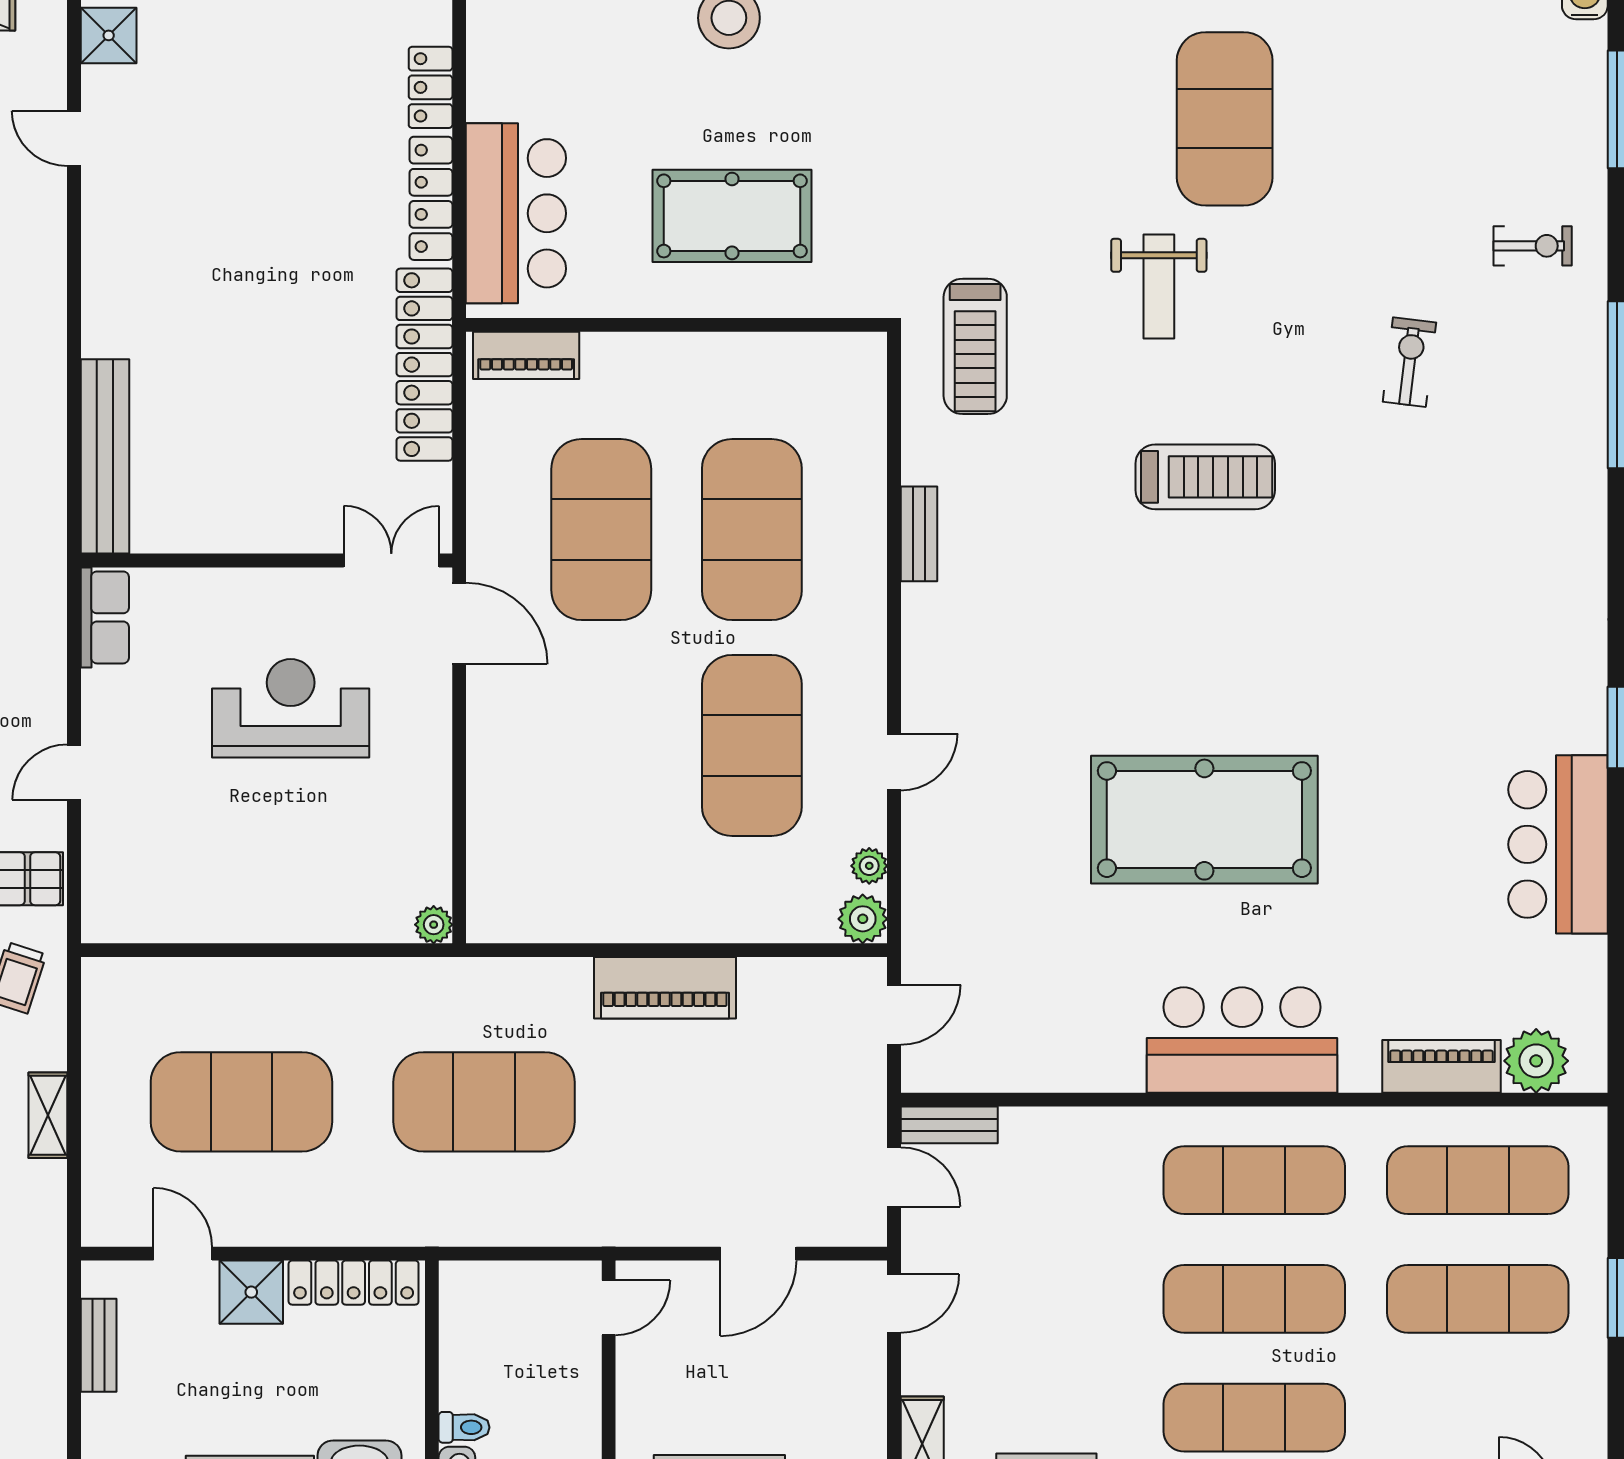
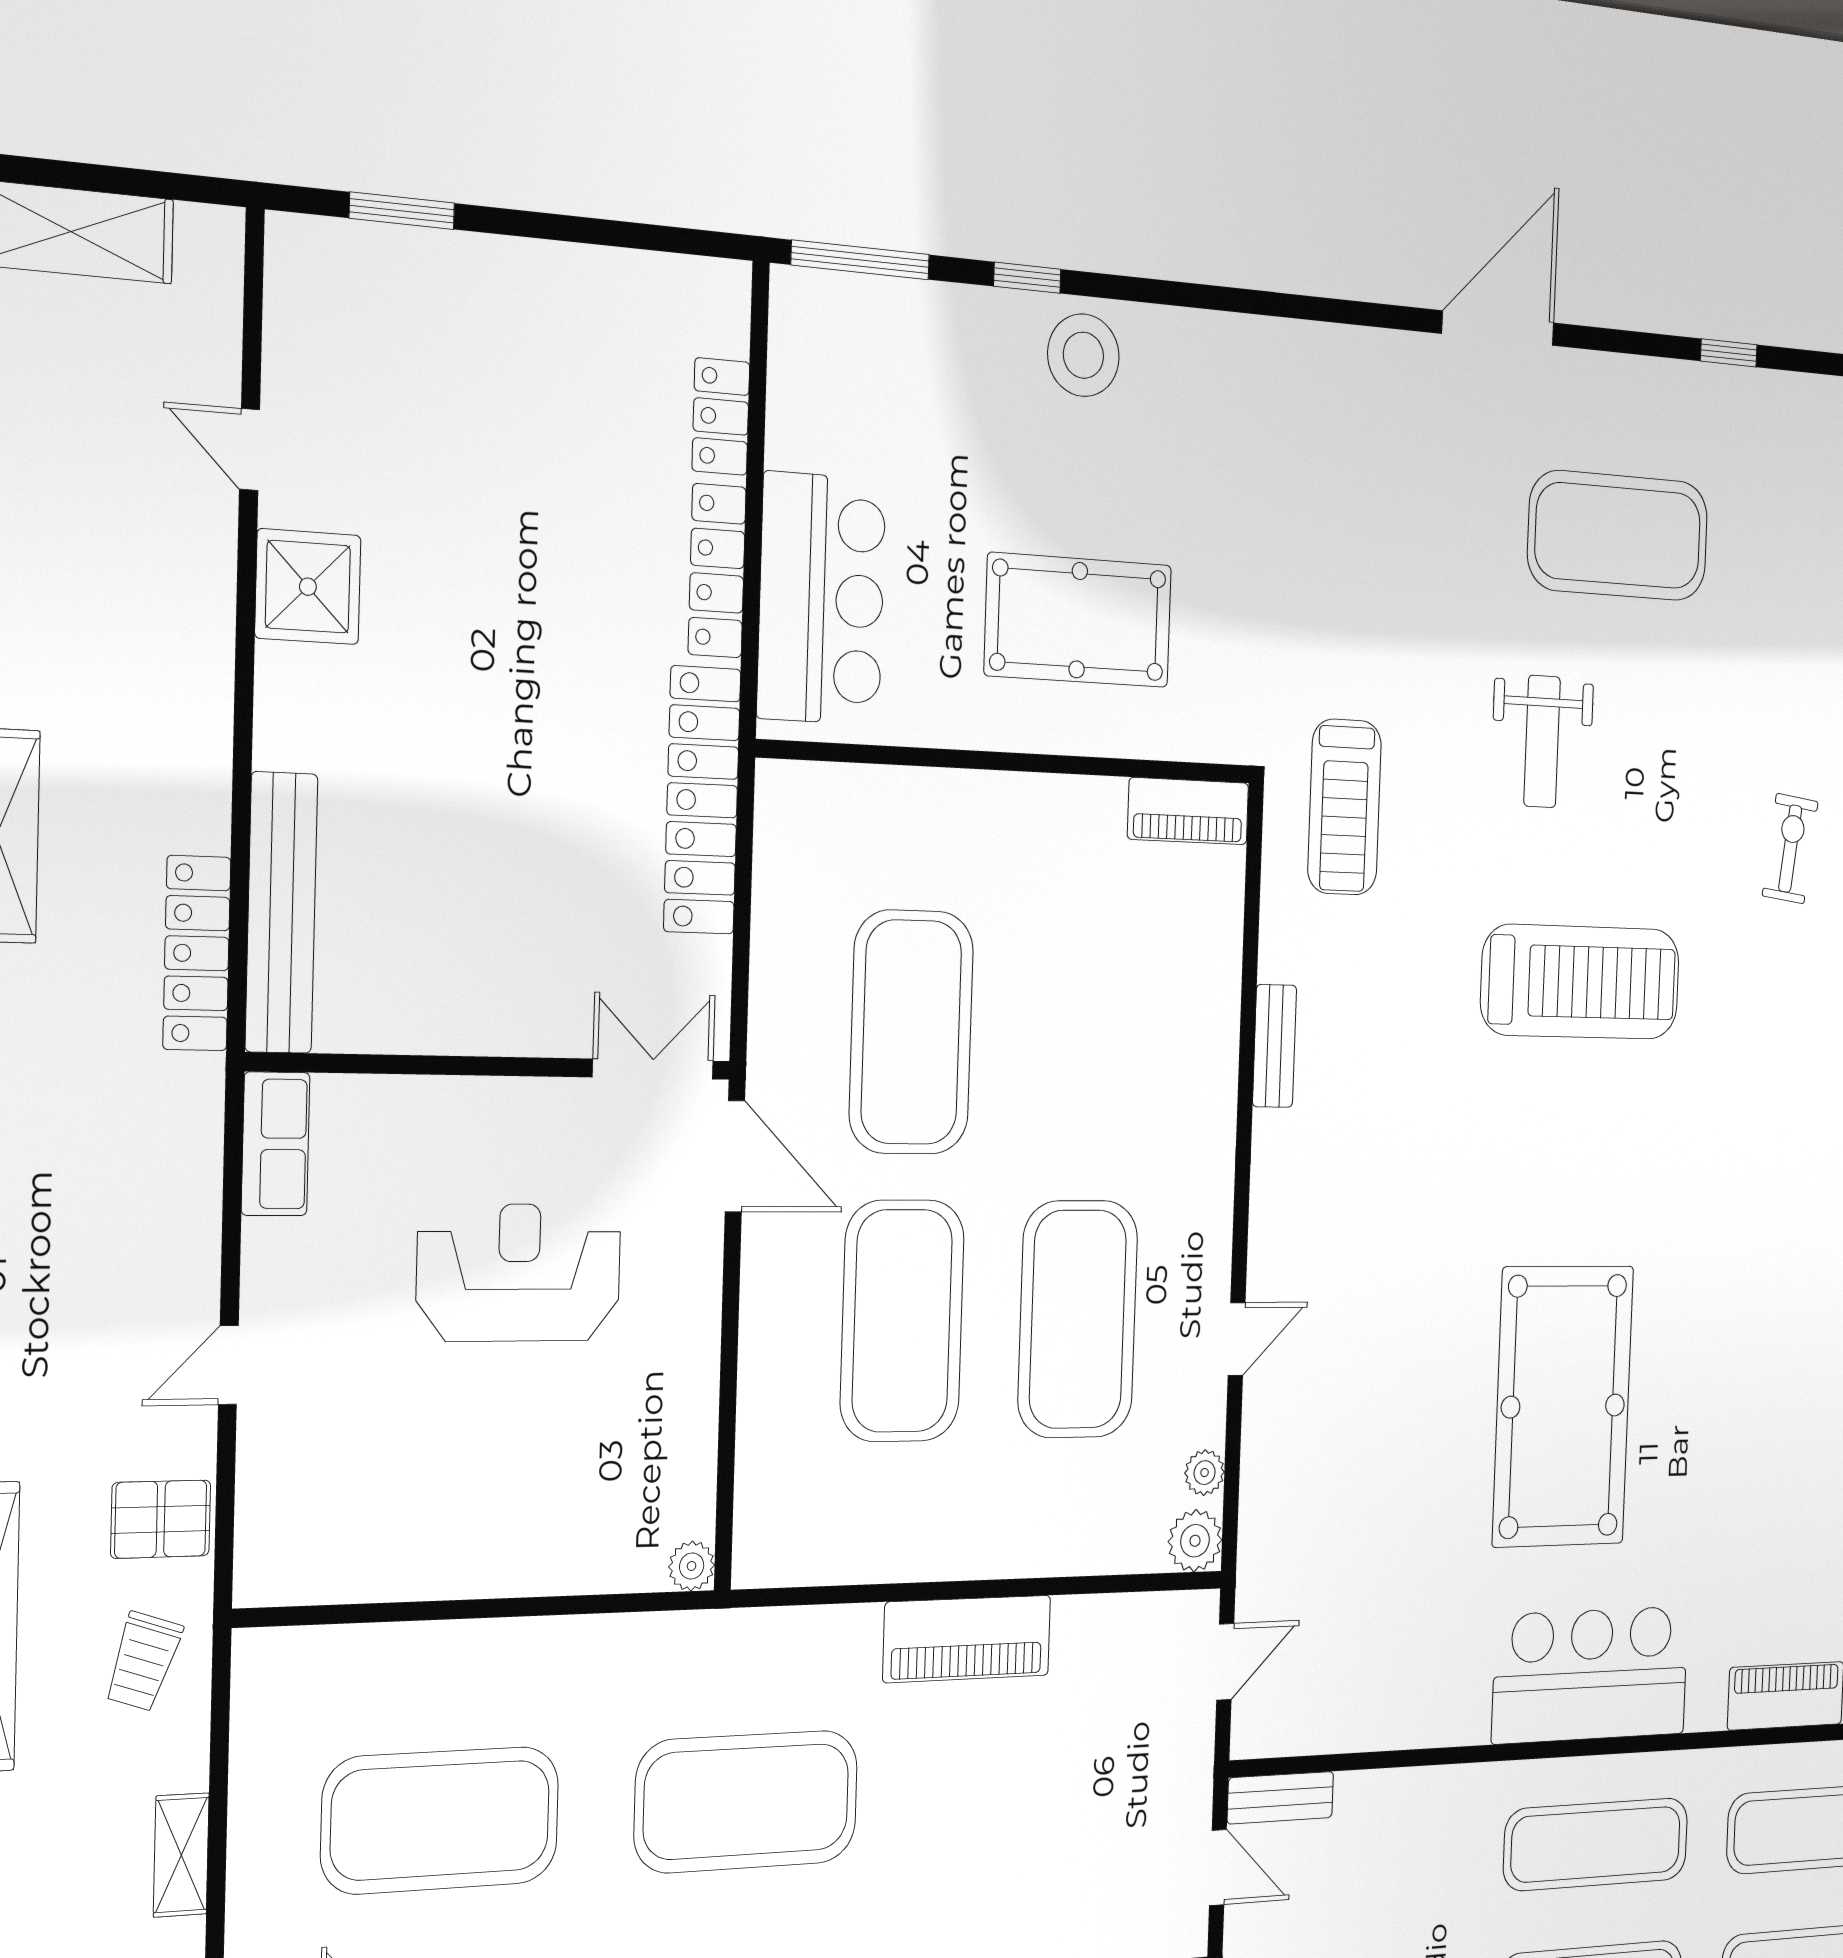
shower: (109, 35) -> (308, 587), moved, width x1.36, depth x1.36
exercise mat: (1225, 119) -> (1618, 536), turned 90
piano: (526, 355) -> (1188, 811), moved
treadmill: (1205, 477) -> (1581, 982), width x1.37, depth x1.38
locker: (44, 486) -> (197, 953), added
exercise mat: (752, 530) -> (902, 1321), moved
pool table: (1204, 820) -> (1563, 1406), turned 90

